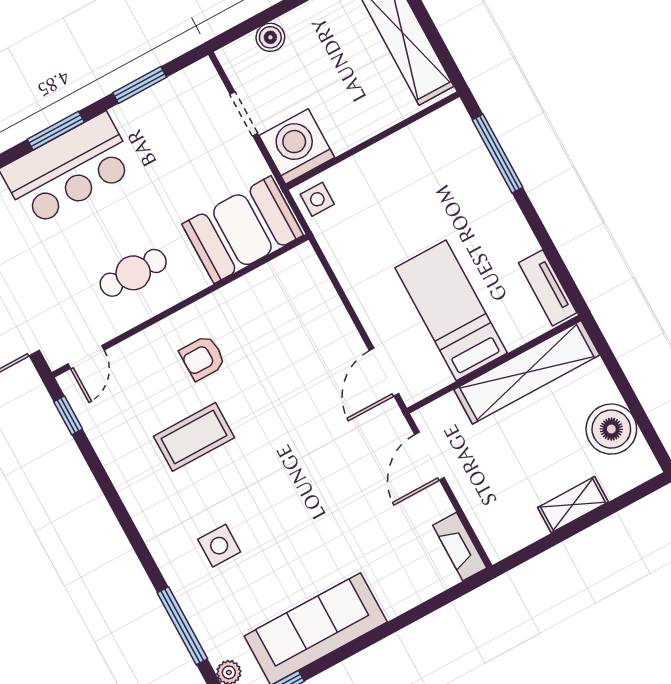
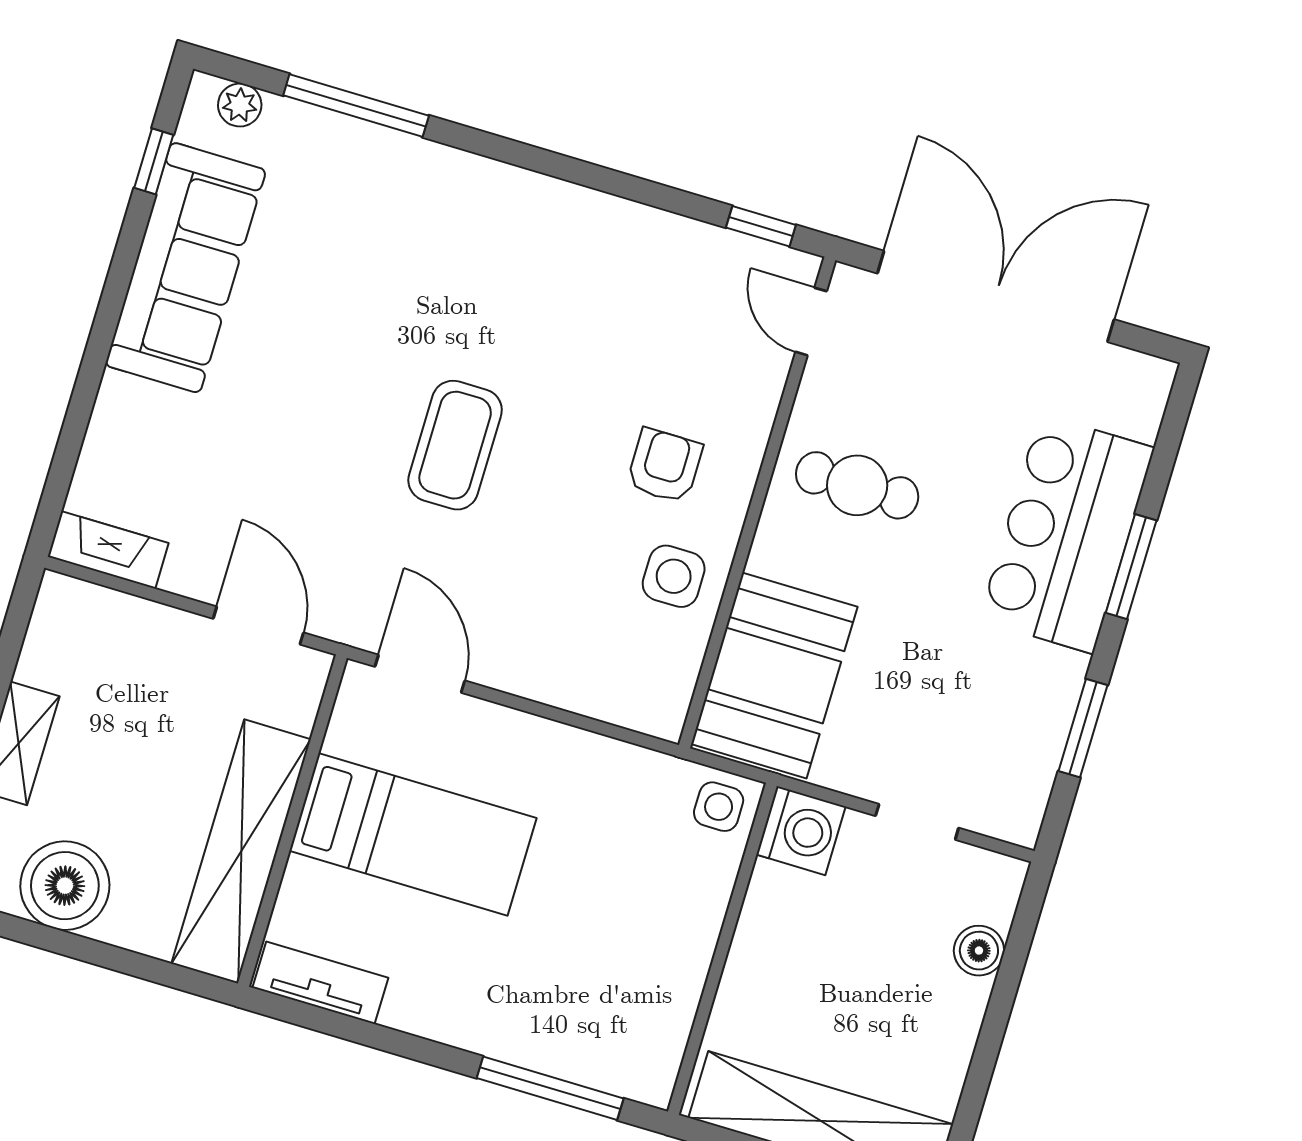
washing machine: (297, 146) -> (801, 831), width x0.73, depth x0.73
cafe table: (133, 273) -> (857, 485), turned 90
coffee table: (194, 437) -> (455, 445), moved
side table: (219, 546) -> (674, 576), moved

